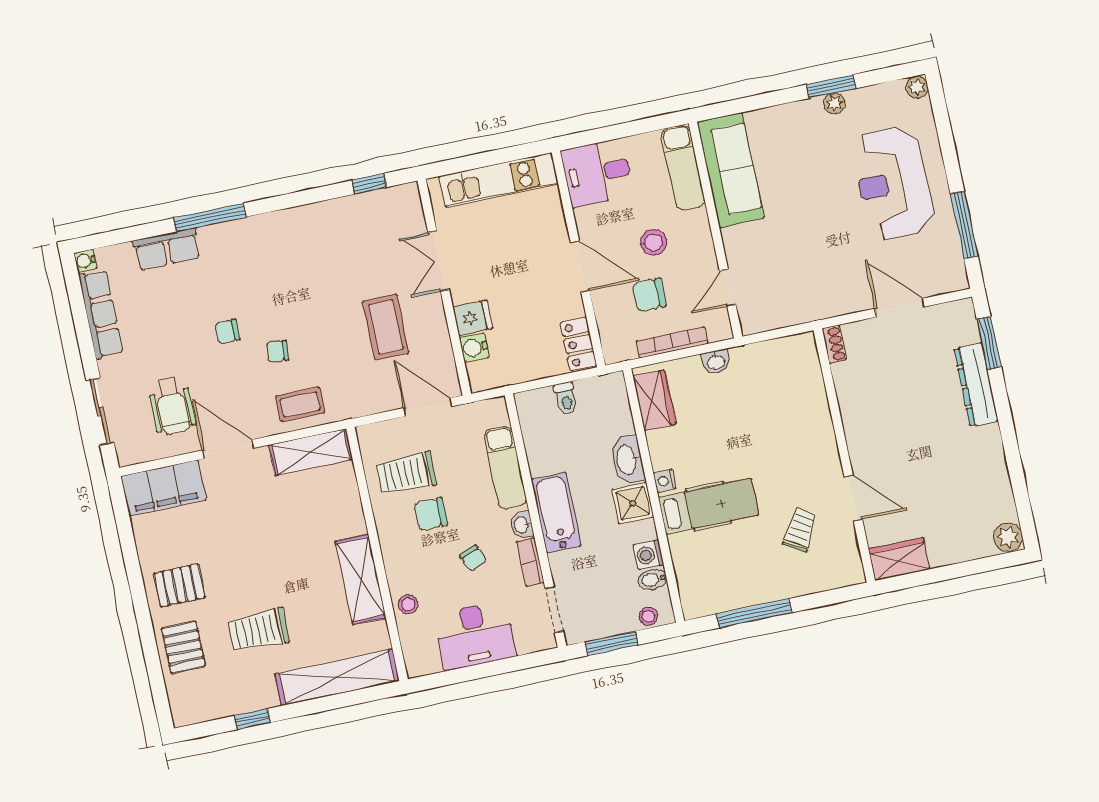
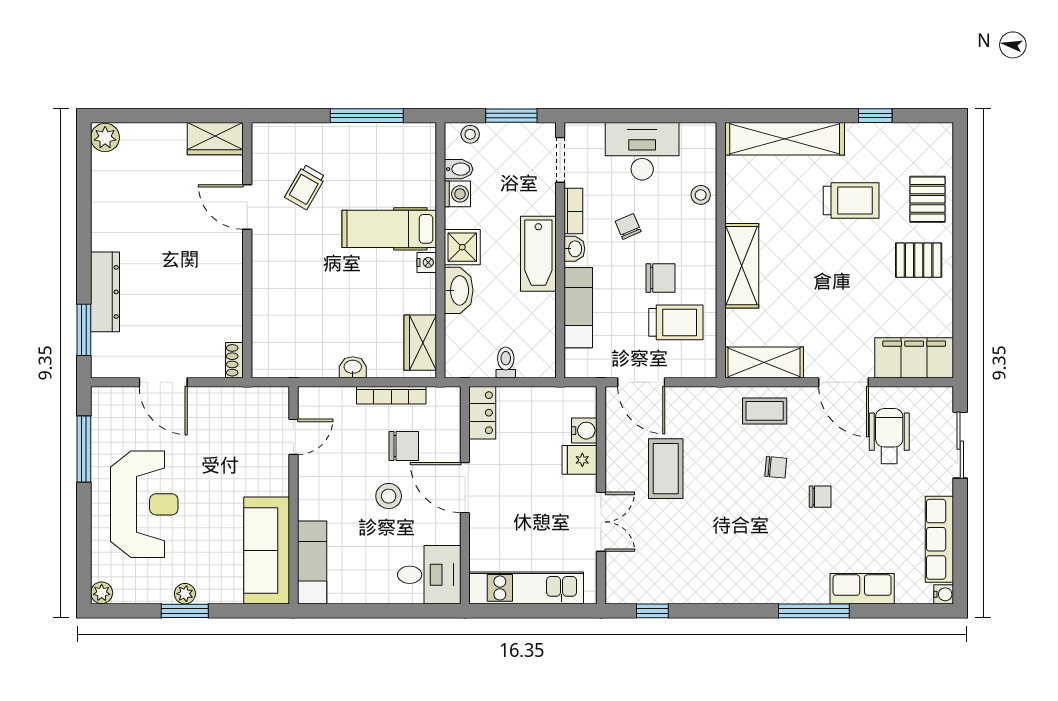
exam couch: (683, 168) -> (312, 562), moved
sofa: (731, 170) -> (267, 550), moved
wall: (715, 230) -> (293, 495), moved
door: (728, 288) -> (293, 437), moved
shelving: (361, 579) -> (742, 266), moved

